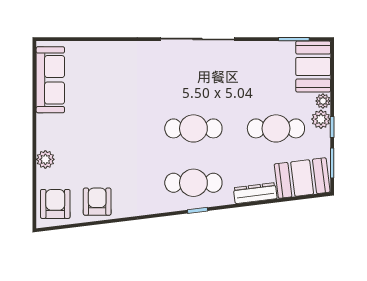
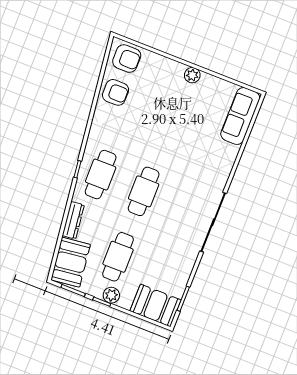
sofa: (50, 80) -> (240, 116), moved, turned 90
plant: (323, 101) -> (125, 303), removed
plant: (45, 159) -> (192, 75), moved

